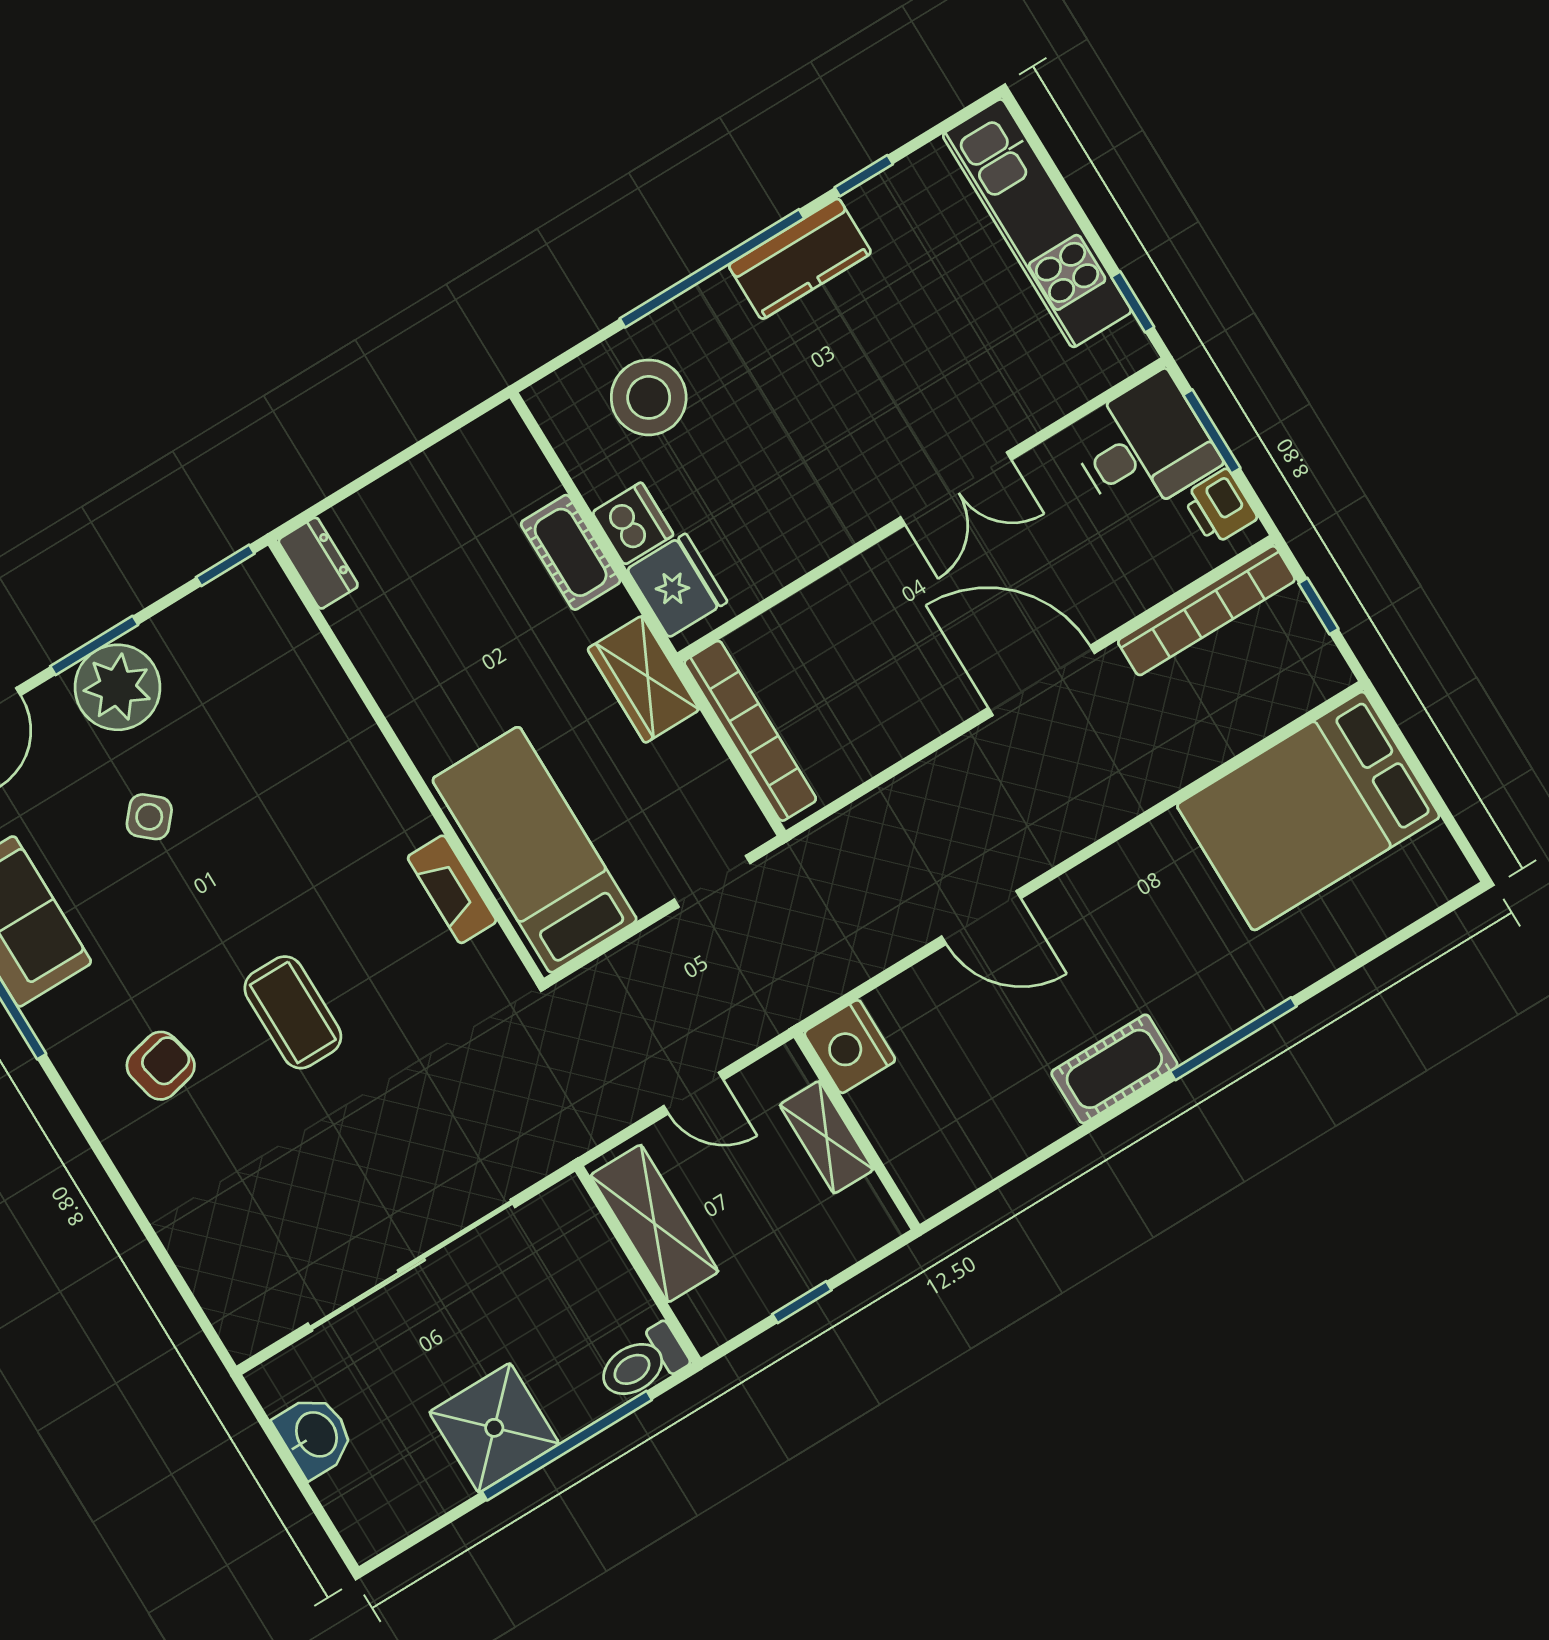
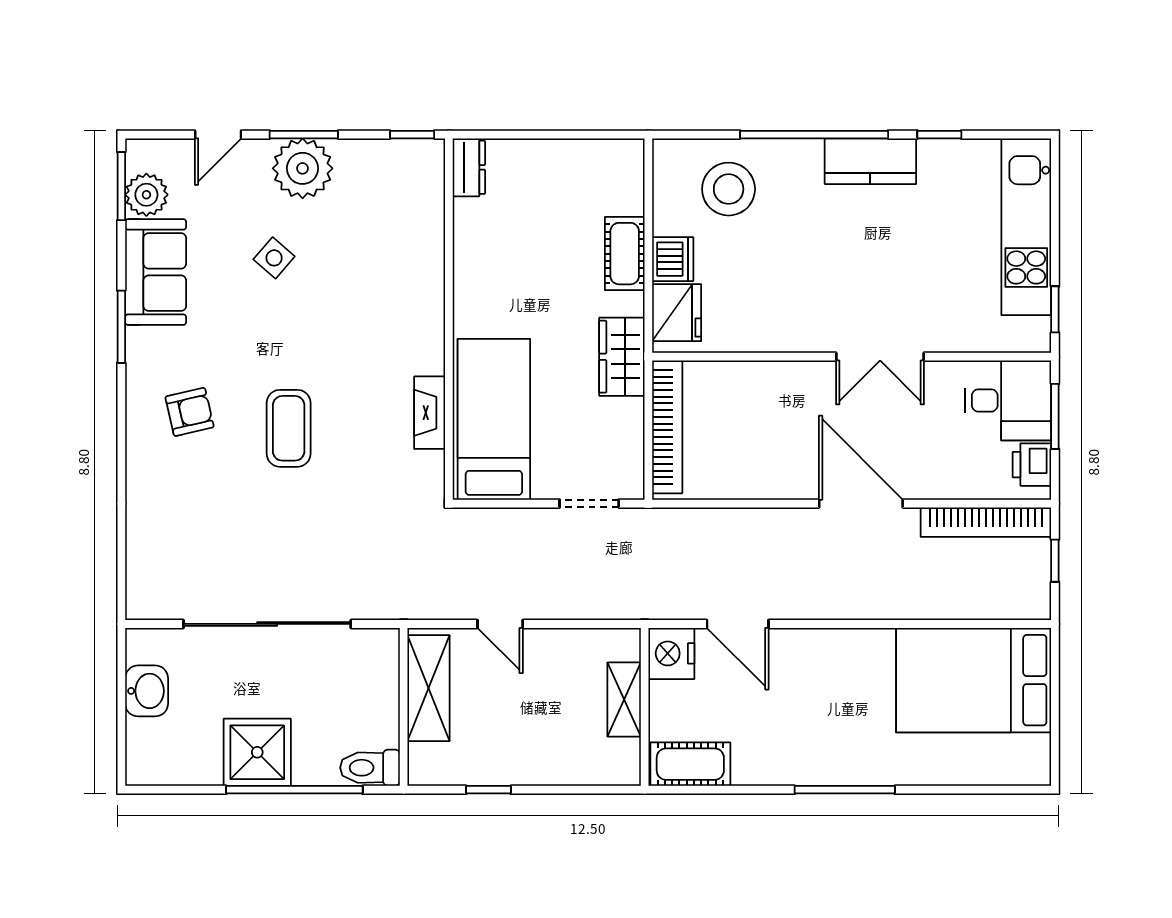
nightstand: (850, 1047) -> (671, 653), moved
cot: (1114, 1069) -> (690, 764), moved
wall: (857, 1131) -> (645, 707), moved
shelving: (827, 1137) -> (624, 700), moved

